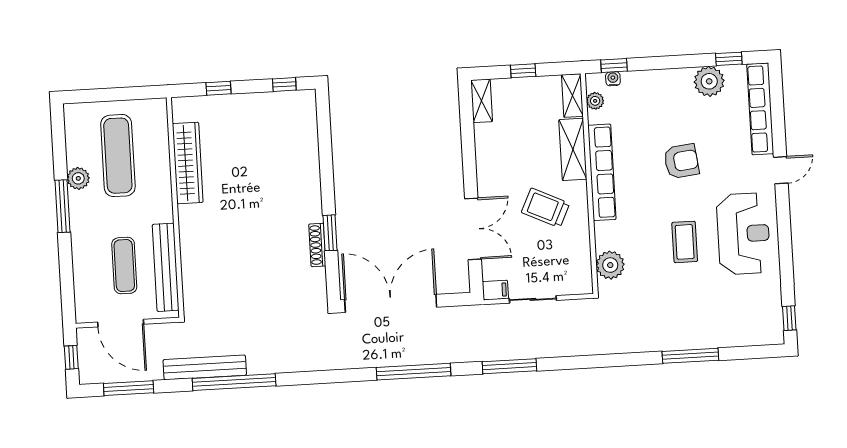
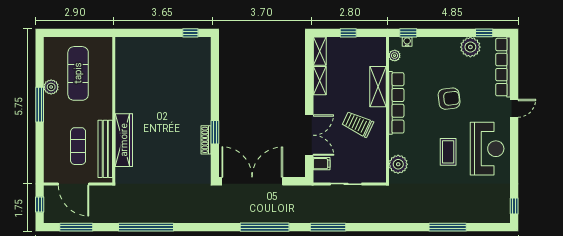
window: (218, 88) -> (147, 33), removed
shelving: (572, 96) -> (320, 81), moved
wardrobe: (188, 163) -> (124, 140), moved
filing cabinet: (495, 290) -> (322, 164), moved
bench: (205, 367) -> (127, 216), removed

